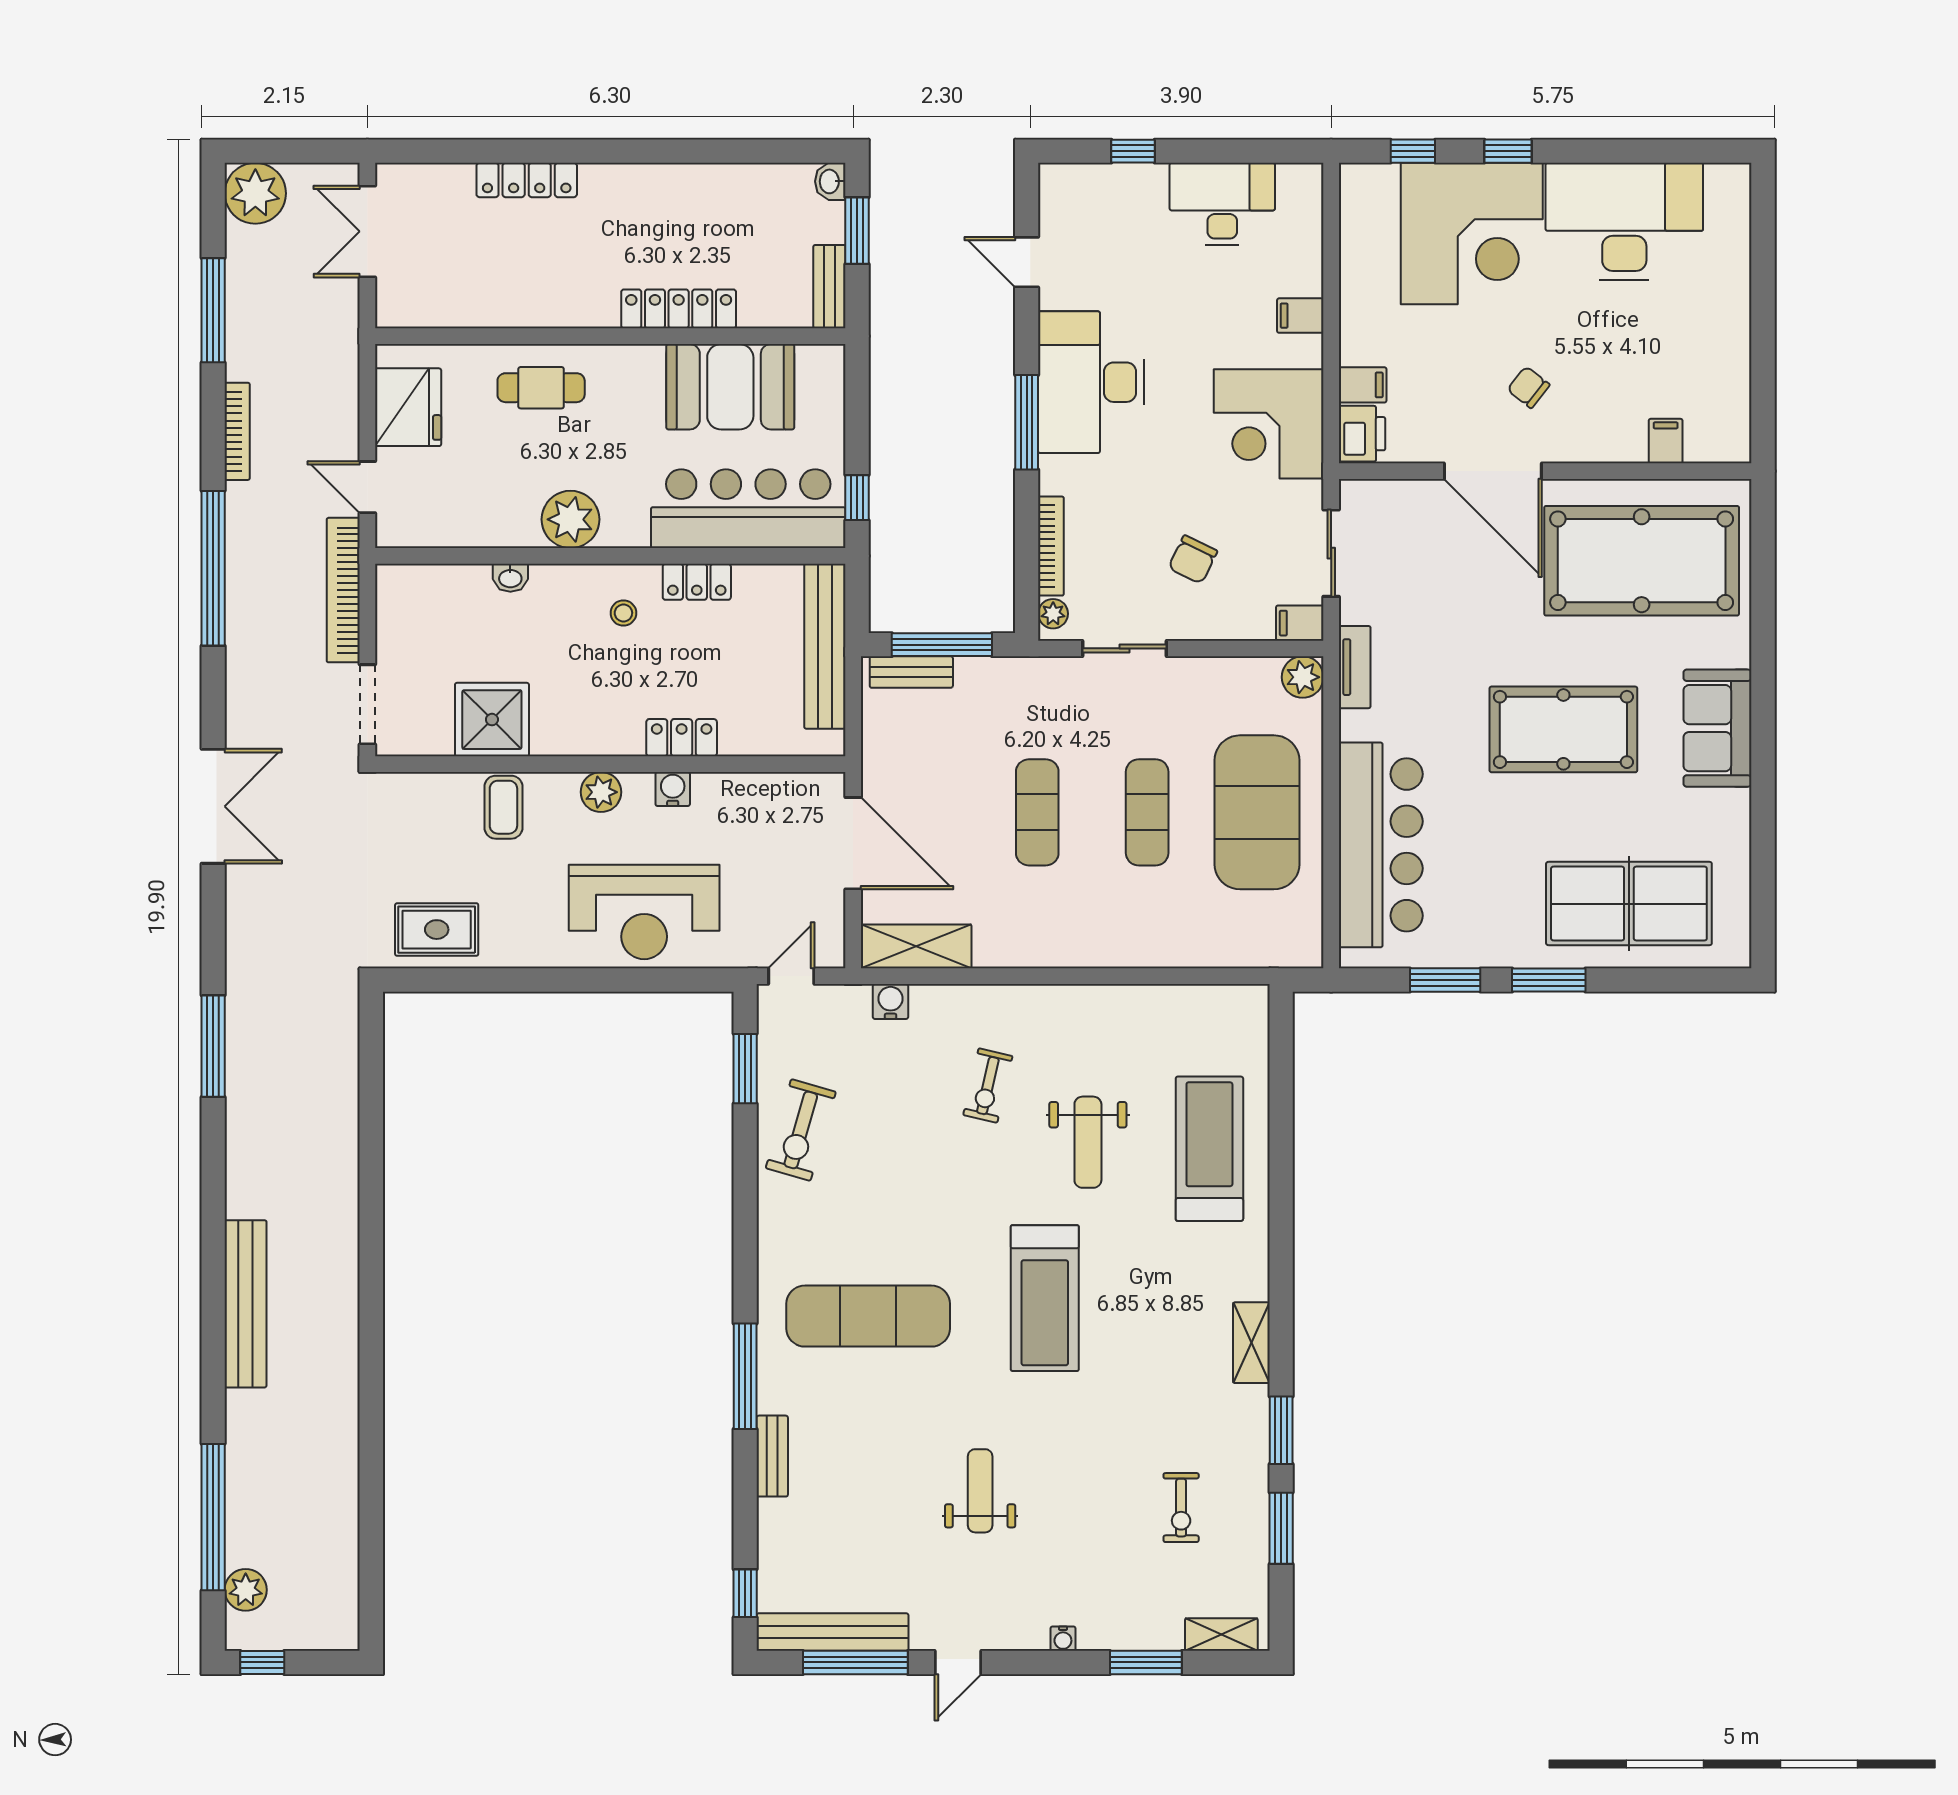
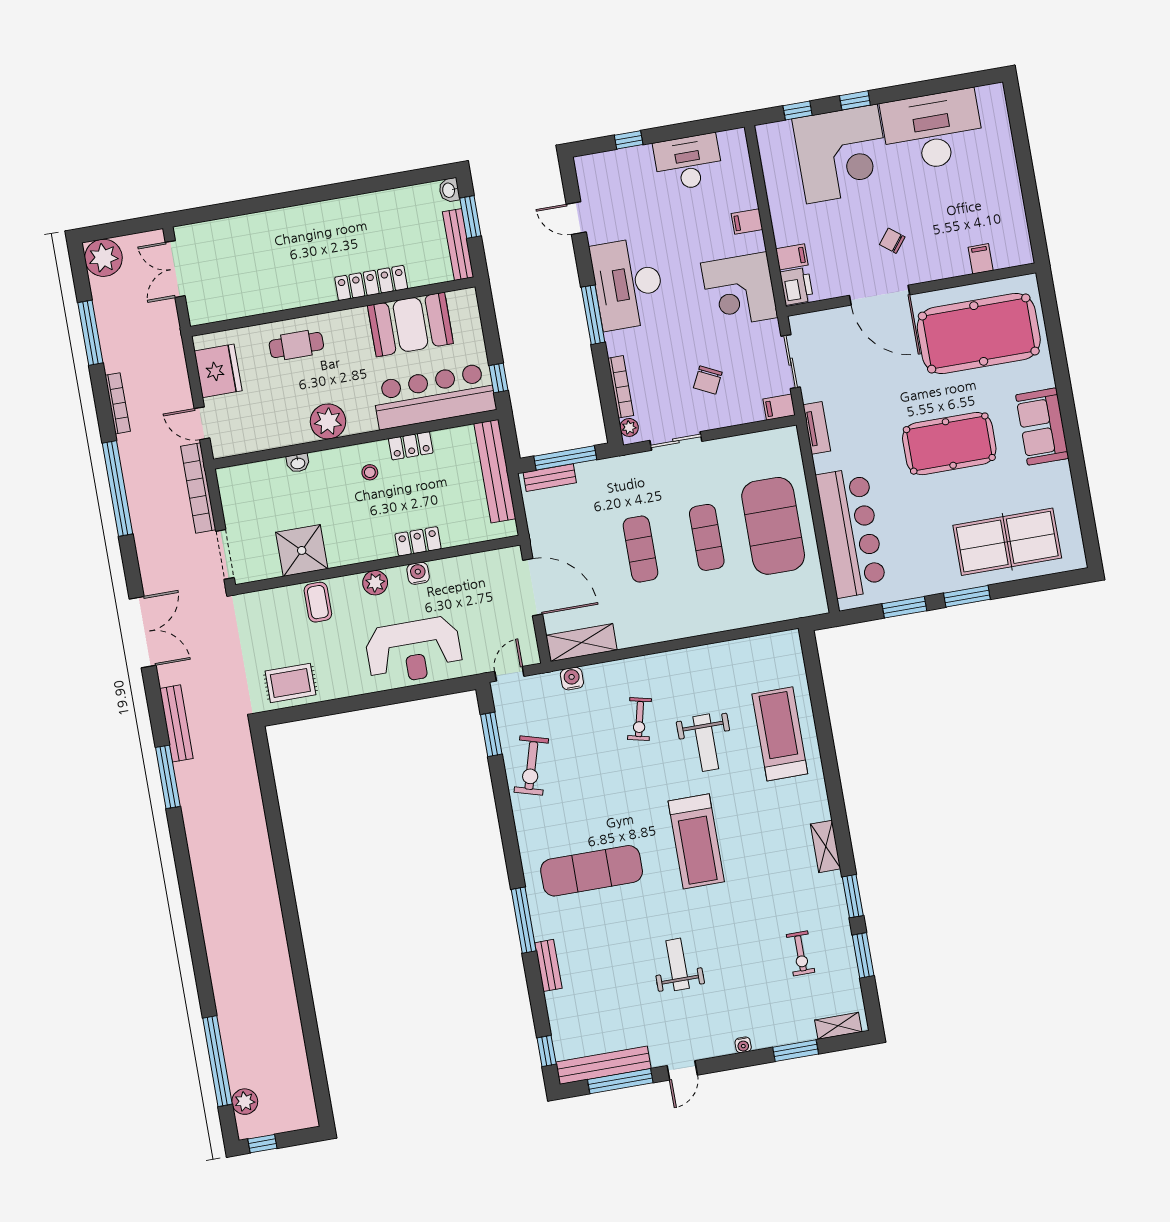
locker: (527, 180) -> (266, 221), removed
bench: (829, 287) -> (458, 244), width x1.36
plant: (1303, 677) -> (786, 439), removed
bench: (246, 1304) -> (176, 723), moved, width x0.73, depth x0.82

